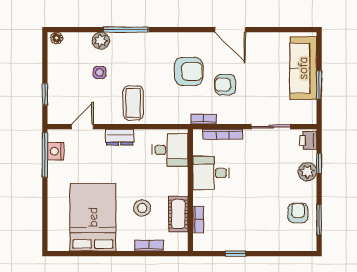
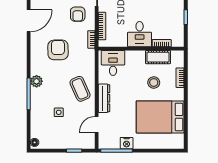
plant: (101, 41) -> (37, 81), moved
armchair: (225, 85) -> (78, 14), moved
coffee table: (133, 103) -> (80, 89), turned 66
door: (82, 127) -> (97, 124), hinge flipped
dresser: (120, 137) -> (104, 98), width x1.44
nightstand: (56, 151) -> (127, 143), moved
desk: (211, 173) -> (140, 34), moved

